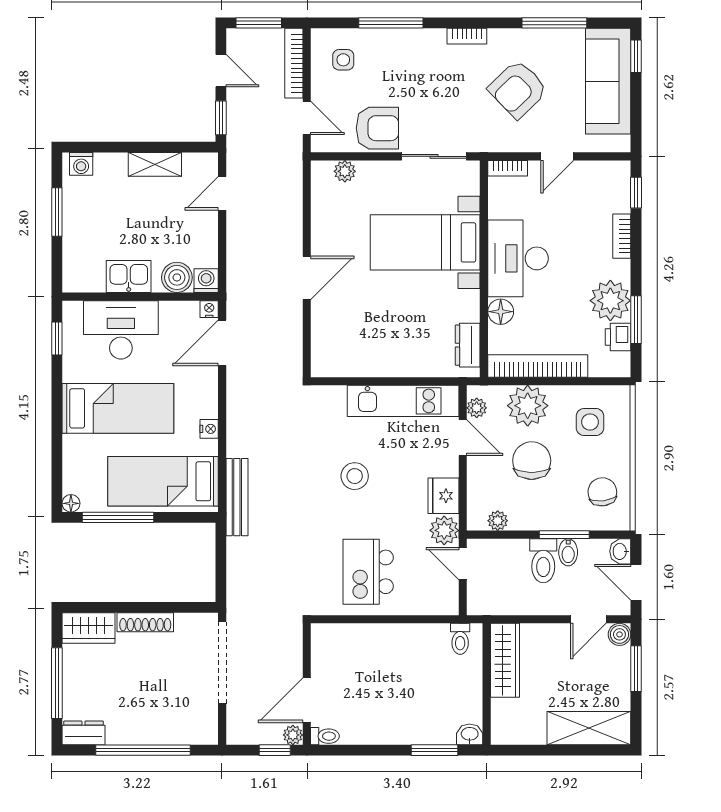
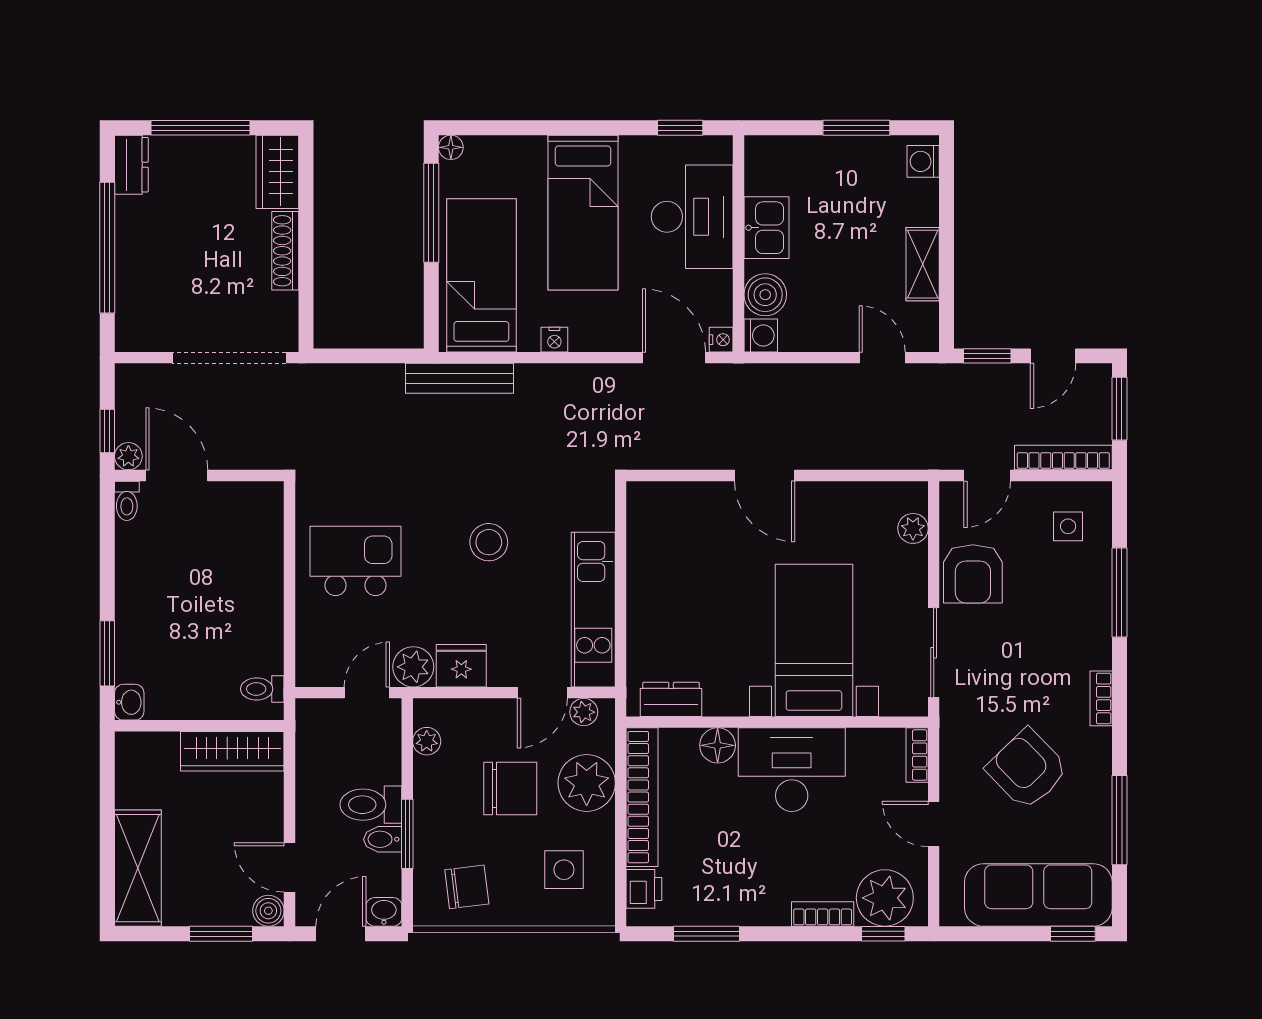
plant: (610, 301) -> (885, 898), moved
printer: (618, 337) -> (644, 889), moved, turned 90

